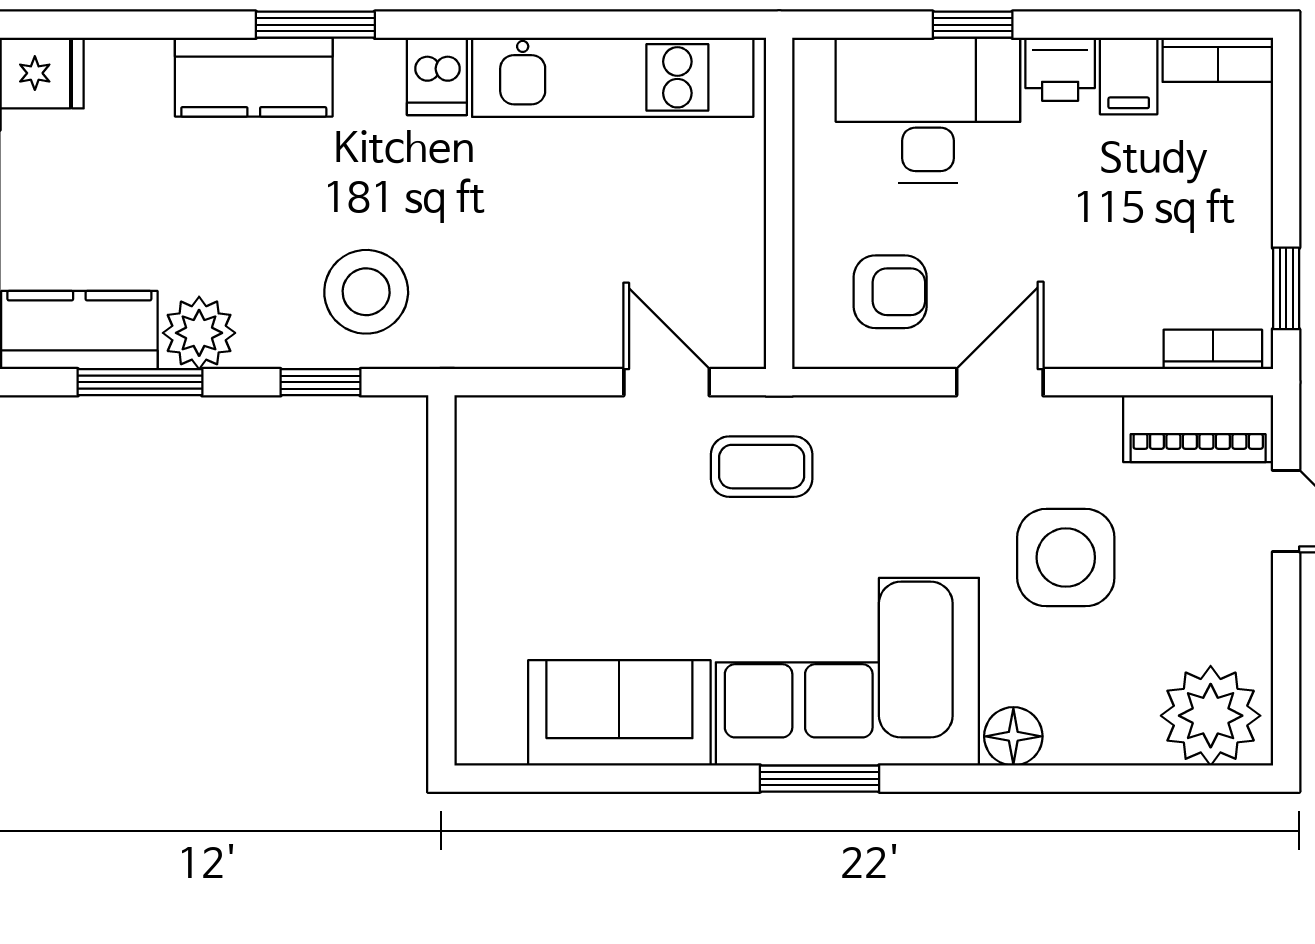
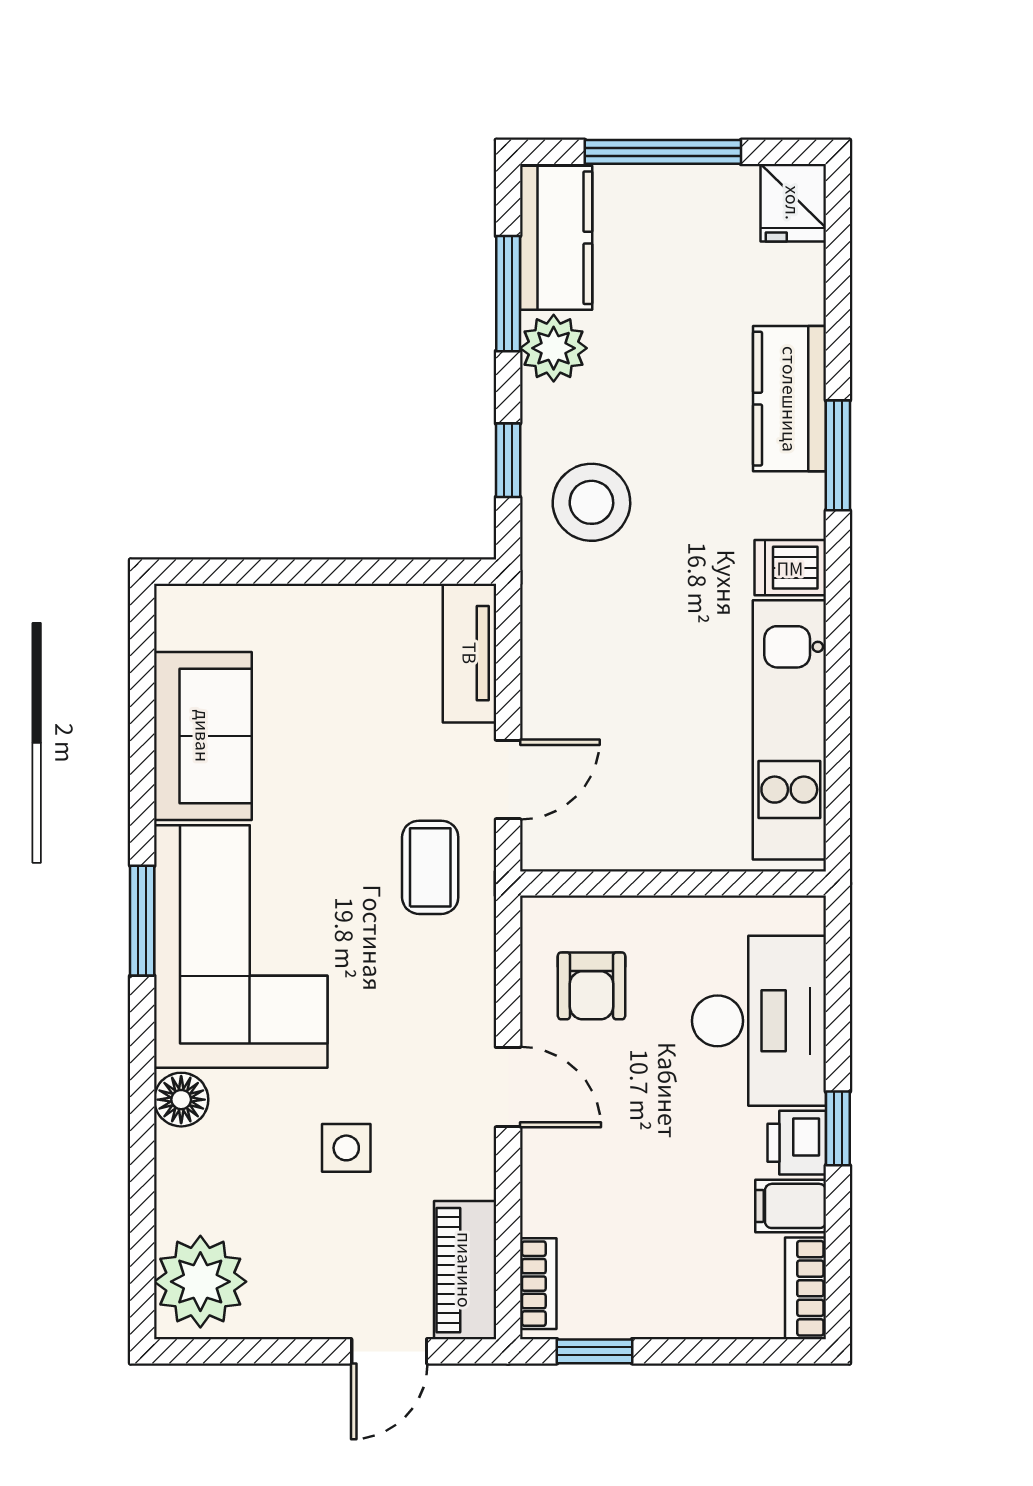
window: (973, 25) -> (838, 1128), moved
tv unit: (530, 424) -> (470, 653), added
side table: (1066, 558) -> (346, 1148), width x0.54, depth x0.54

